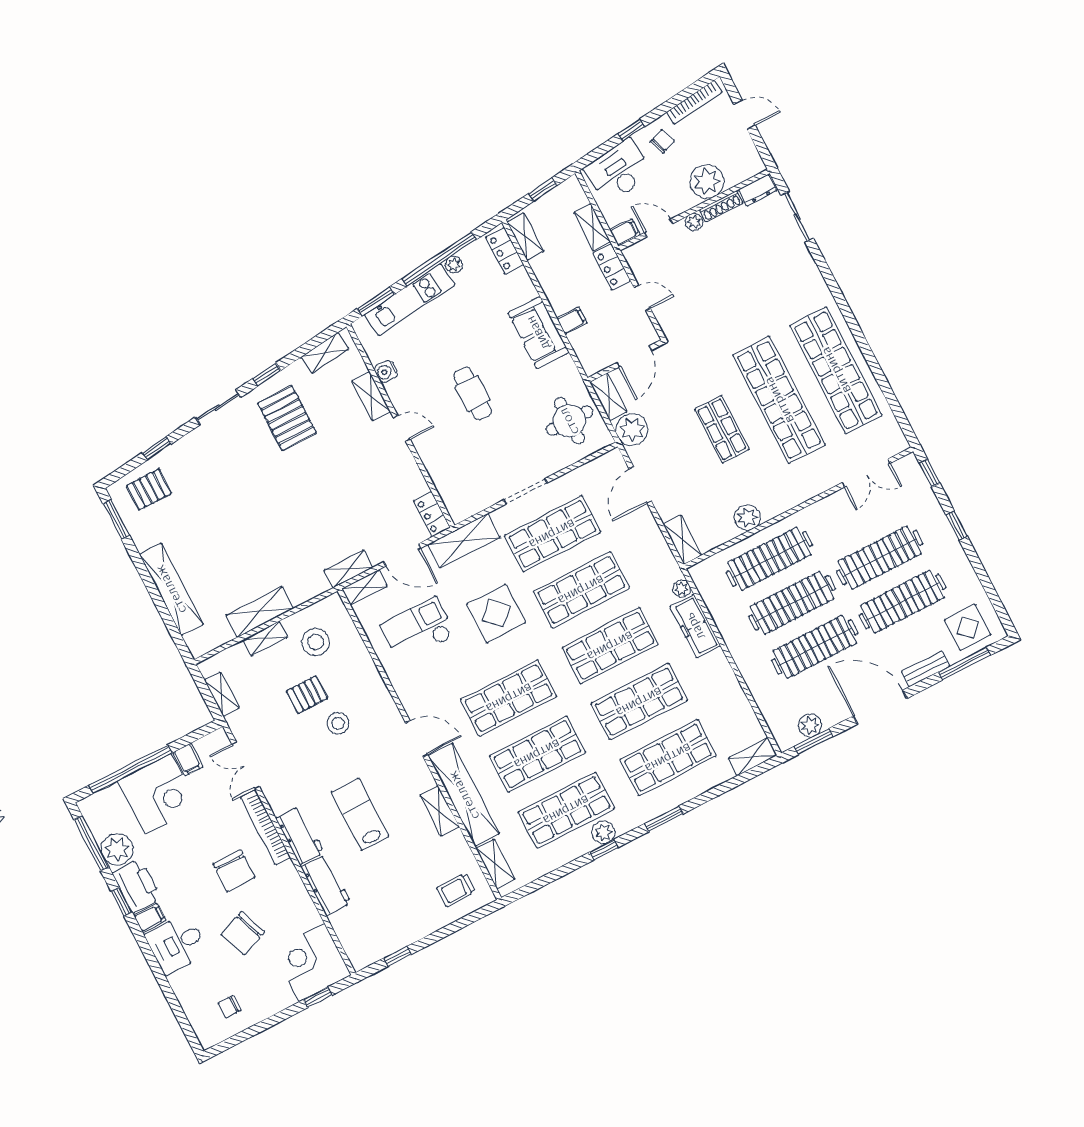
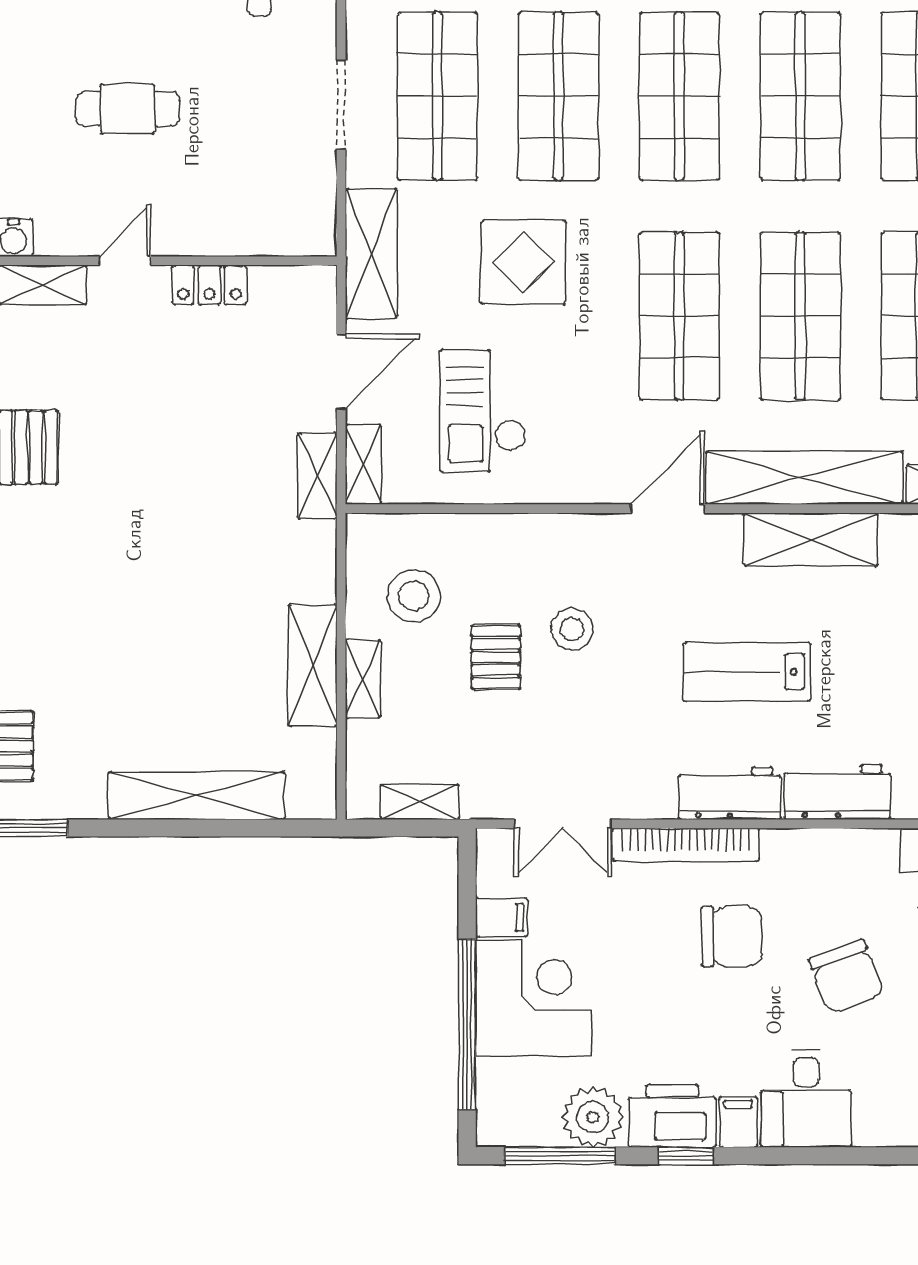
locker: (432, 514) -> (209, 285), moved
shelving: (440, 811) -> (811, 540), width x1.50, depth x1.33

